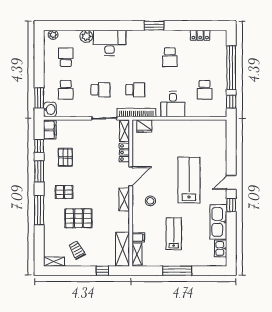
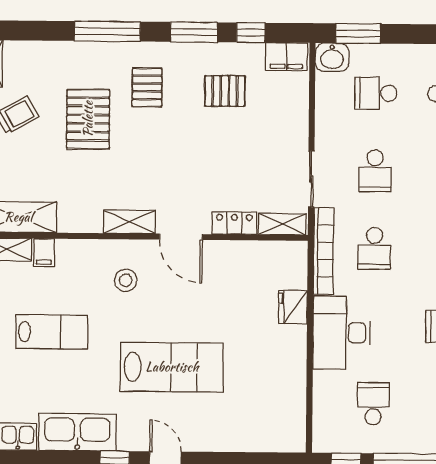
school desk: (205, 90) -> (373, 404), turned 90
desk: (173, 104) -> (342, 333), width x1.37
fridge: (144, 126) -> (293, 307), moved

